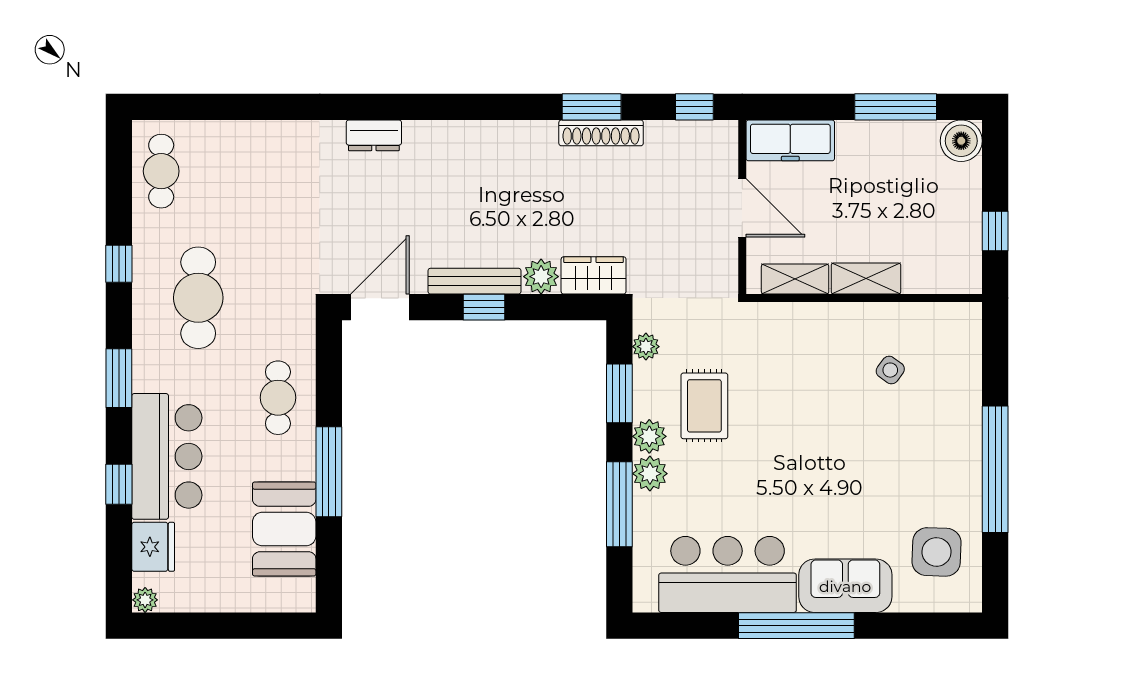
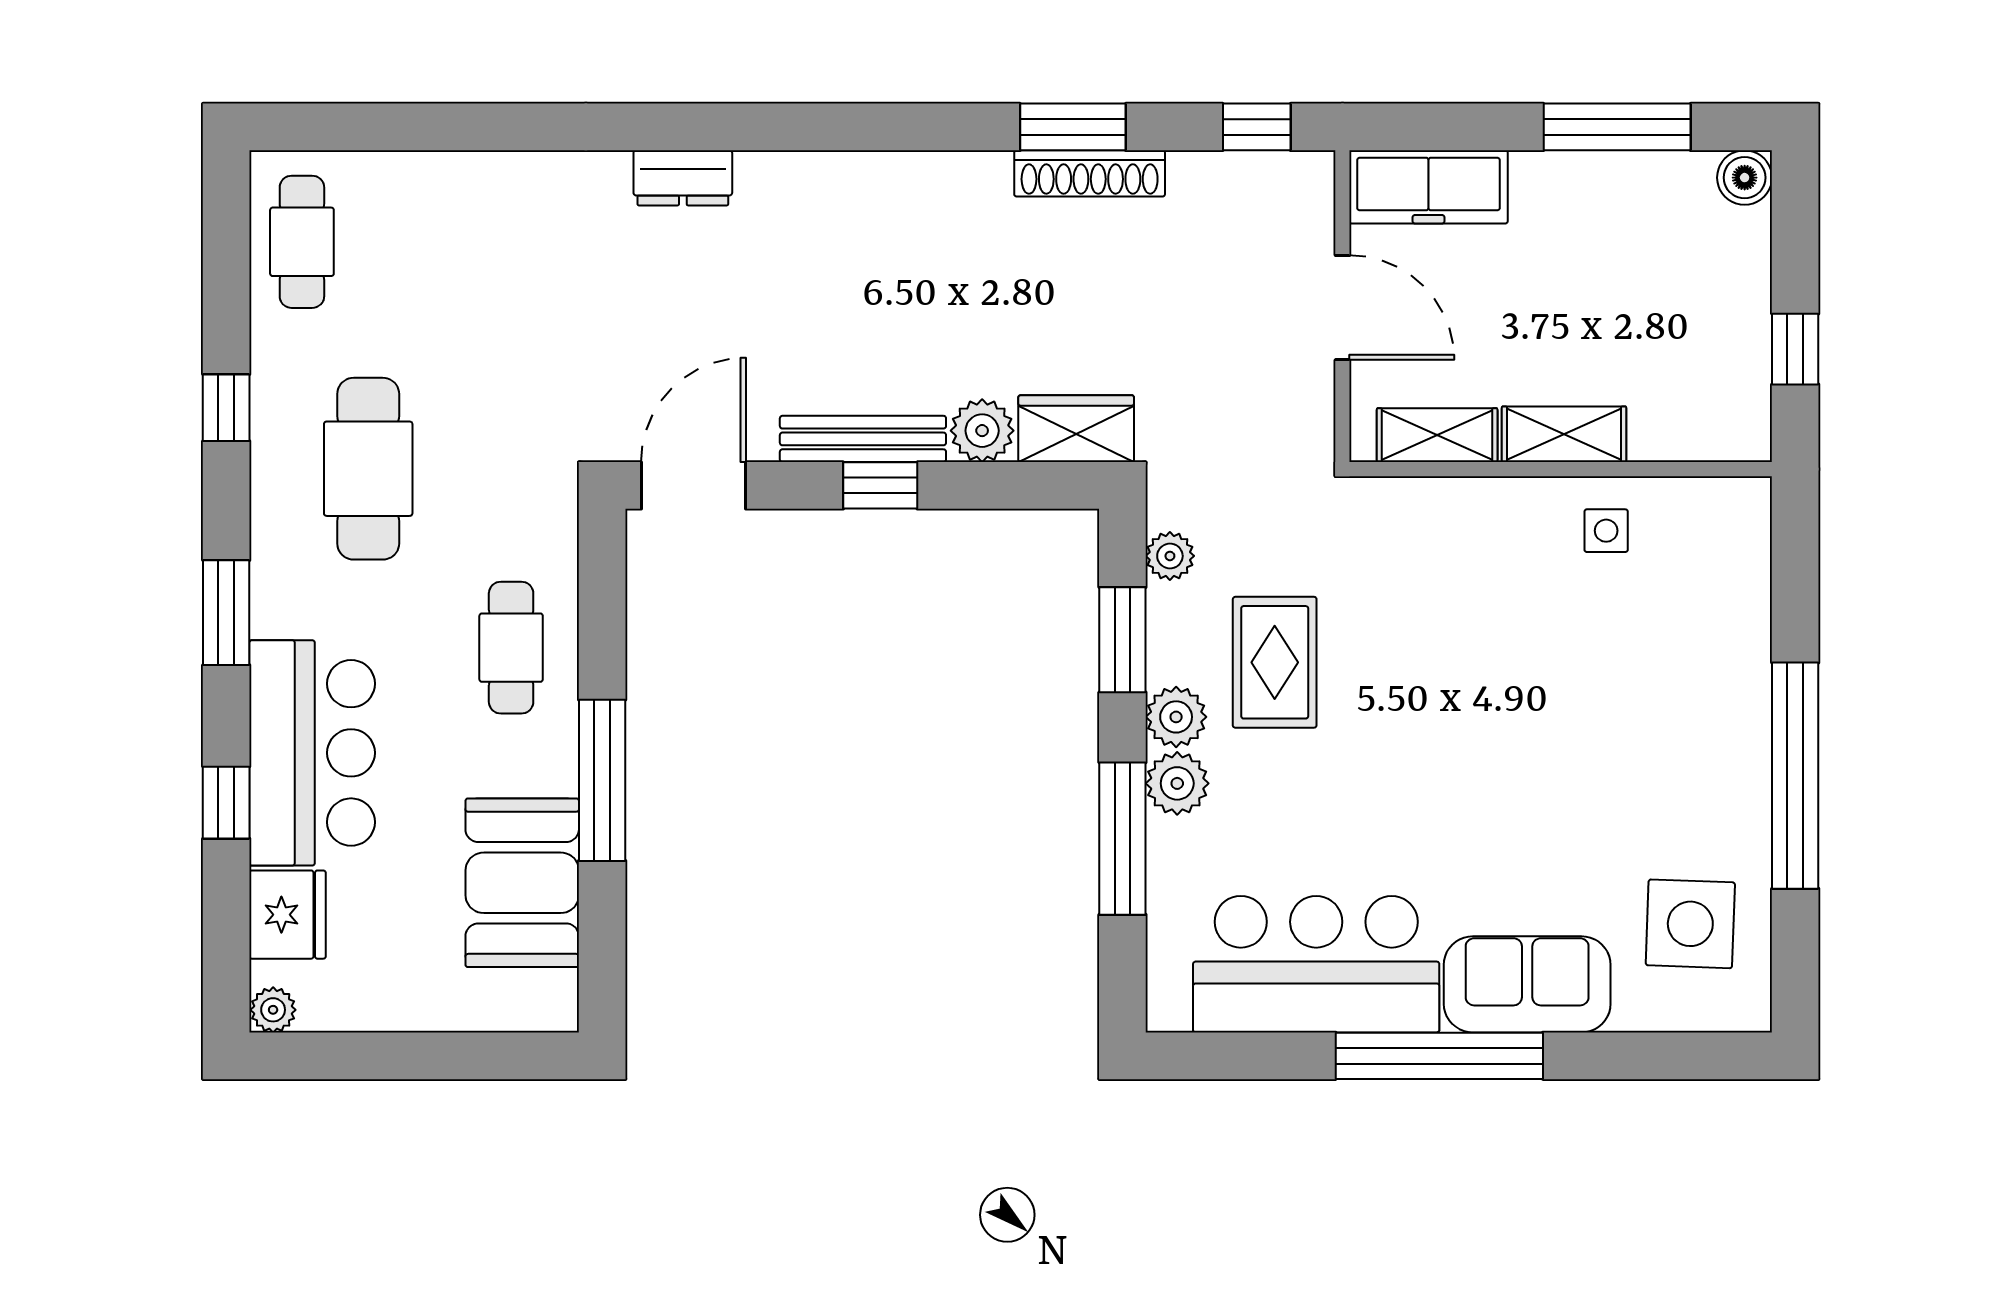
boiler: (961, 141) -> (1745, 178), width x0.73, depth x0.73
side table: (890, 370) -> (1606, 531), moved, turned -36

